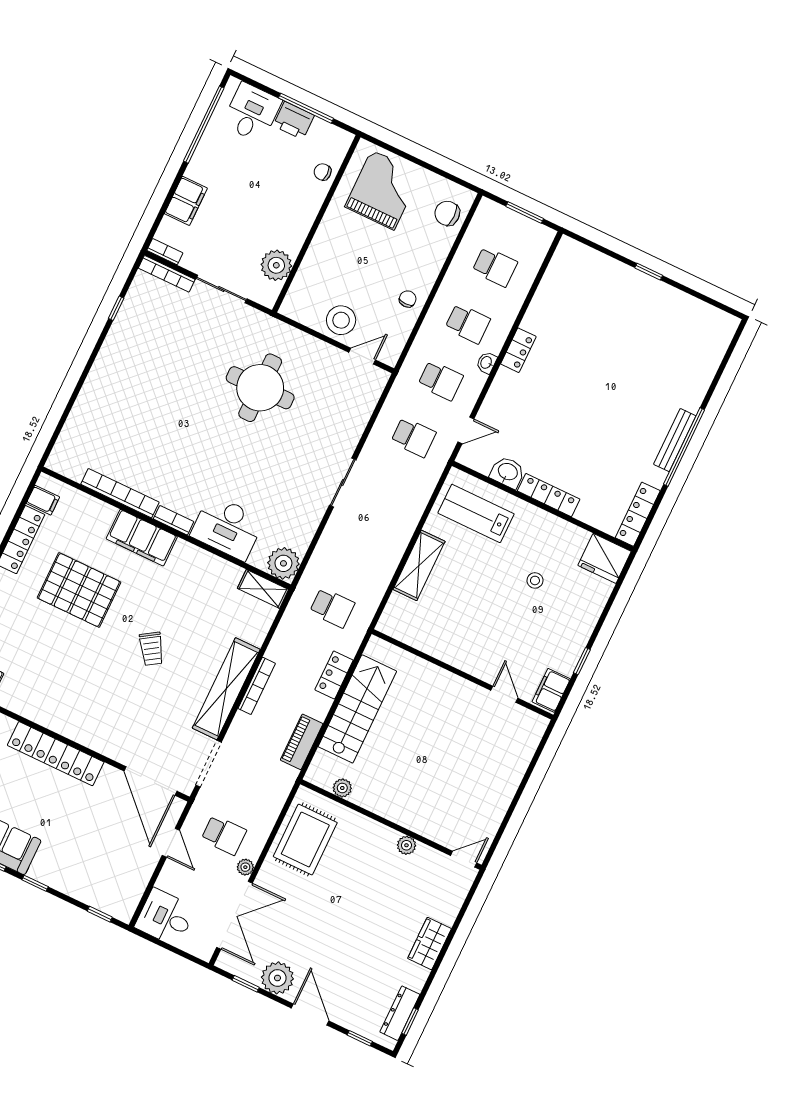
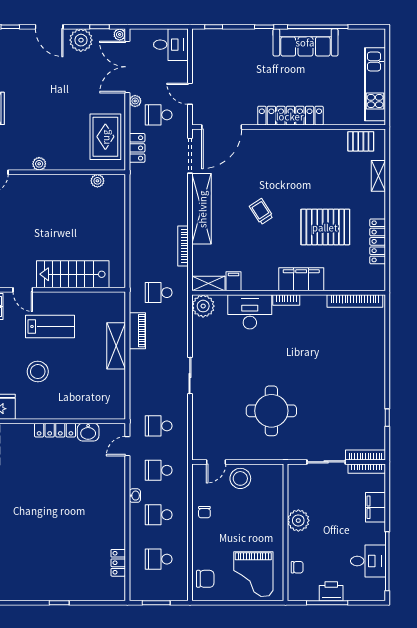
desk: (252, 113) -> (368, 561), moved, turned -90
bookcase: (165, 252) -> (367, 469), width x1.56
plant: (276, 265) -> (298, 521), moved
locker: (518, 350) -> (118, 563), moved
bookcase: (120, 493) -> (355, 301), moved
filing cabinet: (43, 500) -> (234, 281), moved, turned 90
lab bench: (476, 513) -> (50, 327), moved
stool: (535, 580) -> (38, 372), width x1.89, depth x1.89
locker: (334, 675) -> (137, 148), moved
bookcase: (257, 686) -> (183, 246), moved
stairs: (357, 709) -> (73, 274), moved, turned 90
piano: (302, 742) -> (137, 331), moved
door: (151, 781) -> (222, 127), swing flipped
plant: (225, 962) -> (120, 34), added

